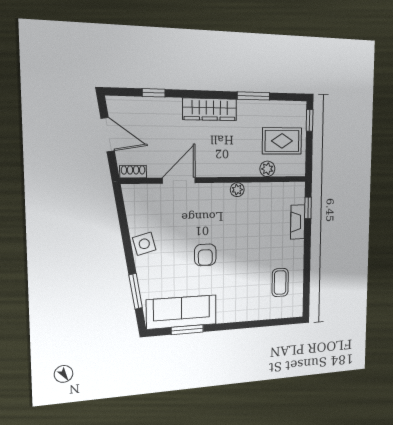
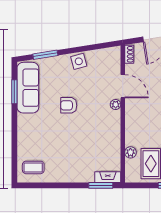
plant: (237, 190) -> (116, 104), moved
window: (308, 208) -> (101, 185), width x1.50
fireplace: (298, 222) -> (108, 177), moved
coffee table: (280, 283) -> (33, 167), moved

